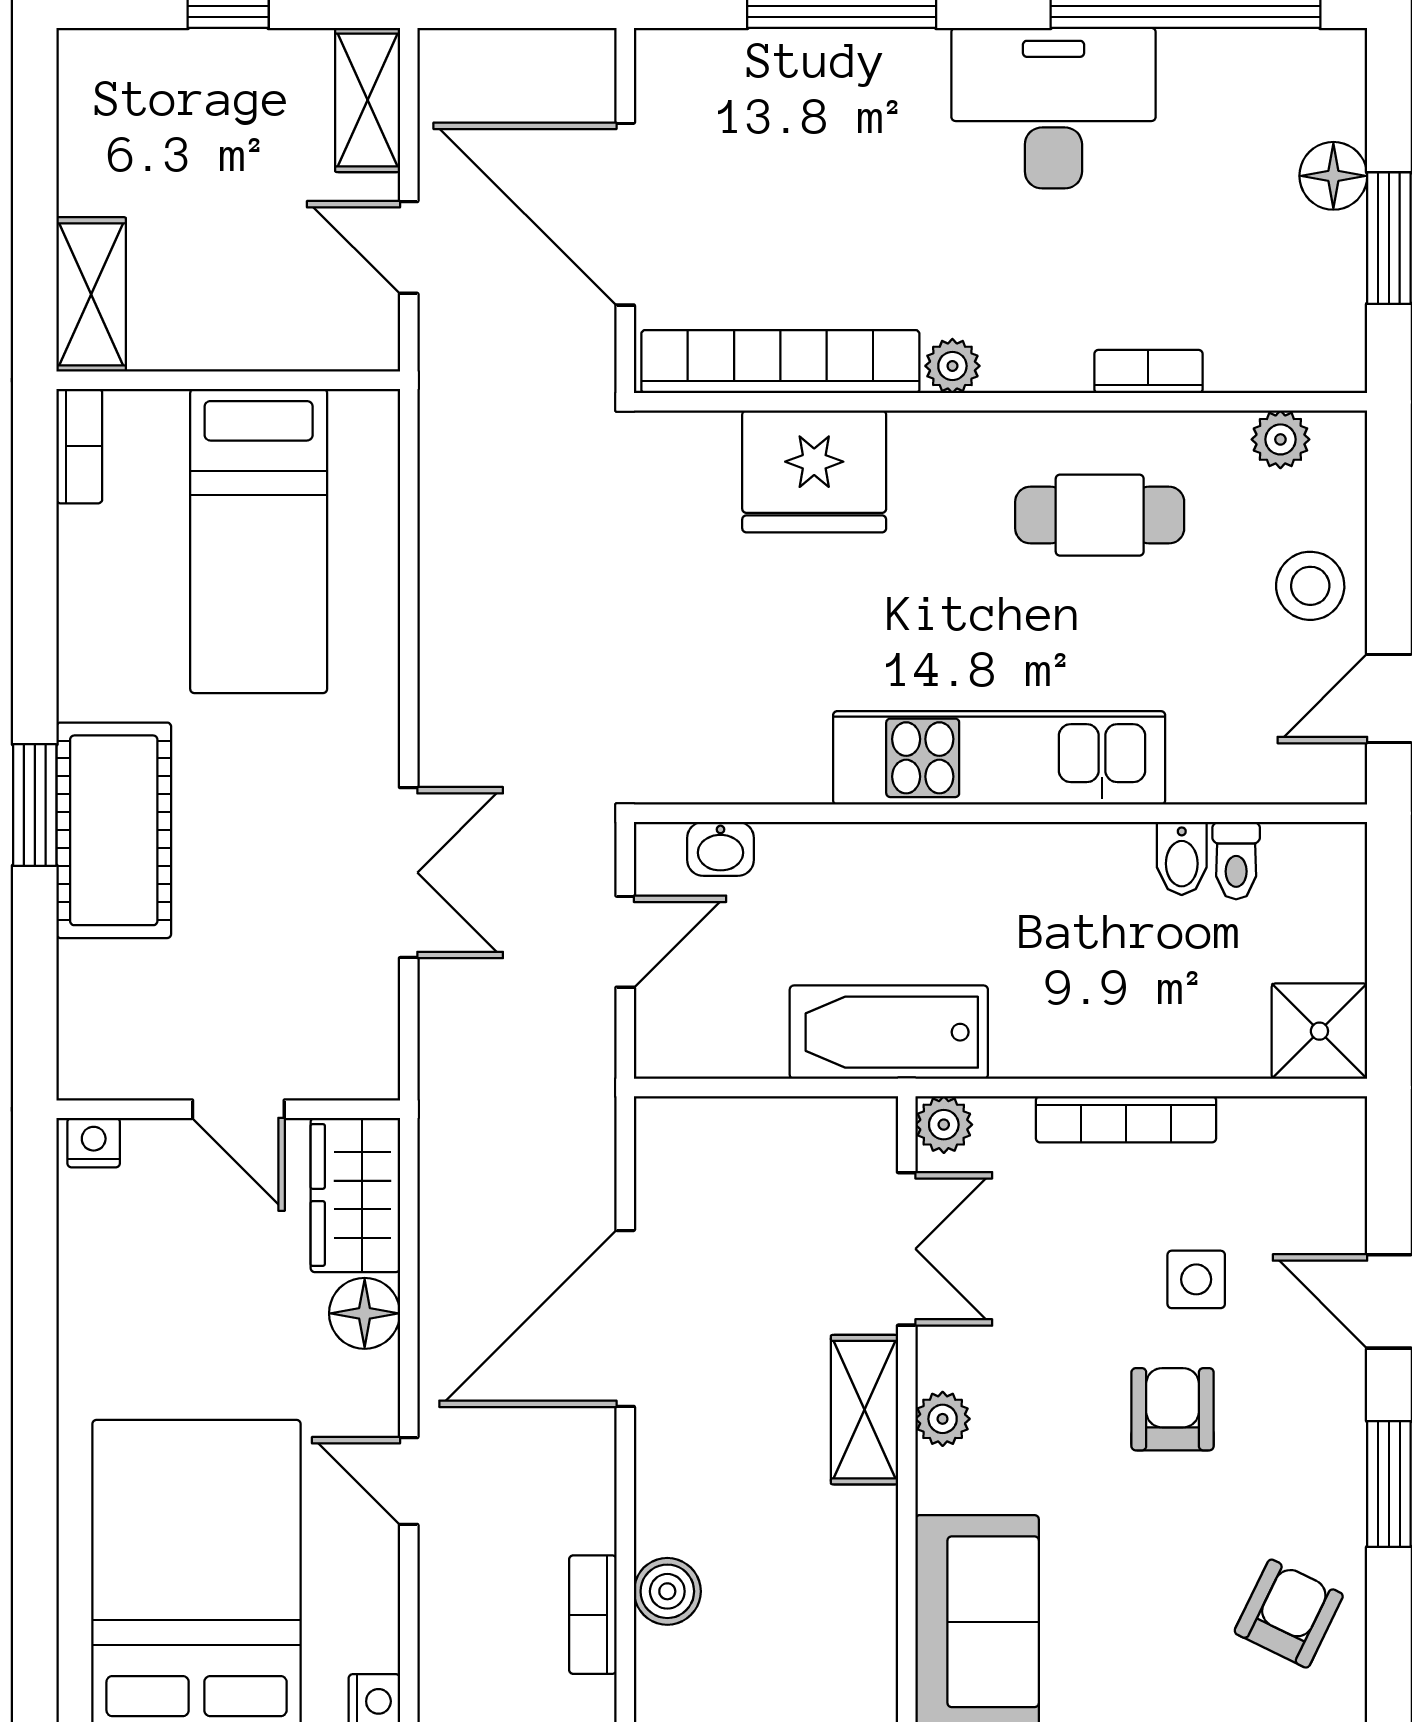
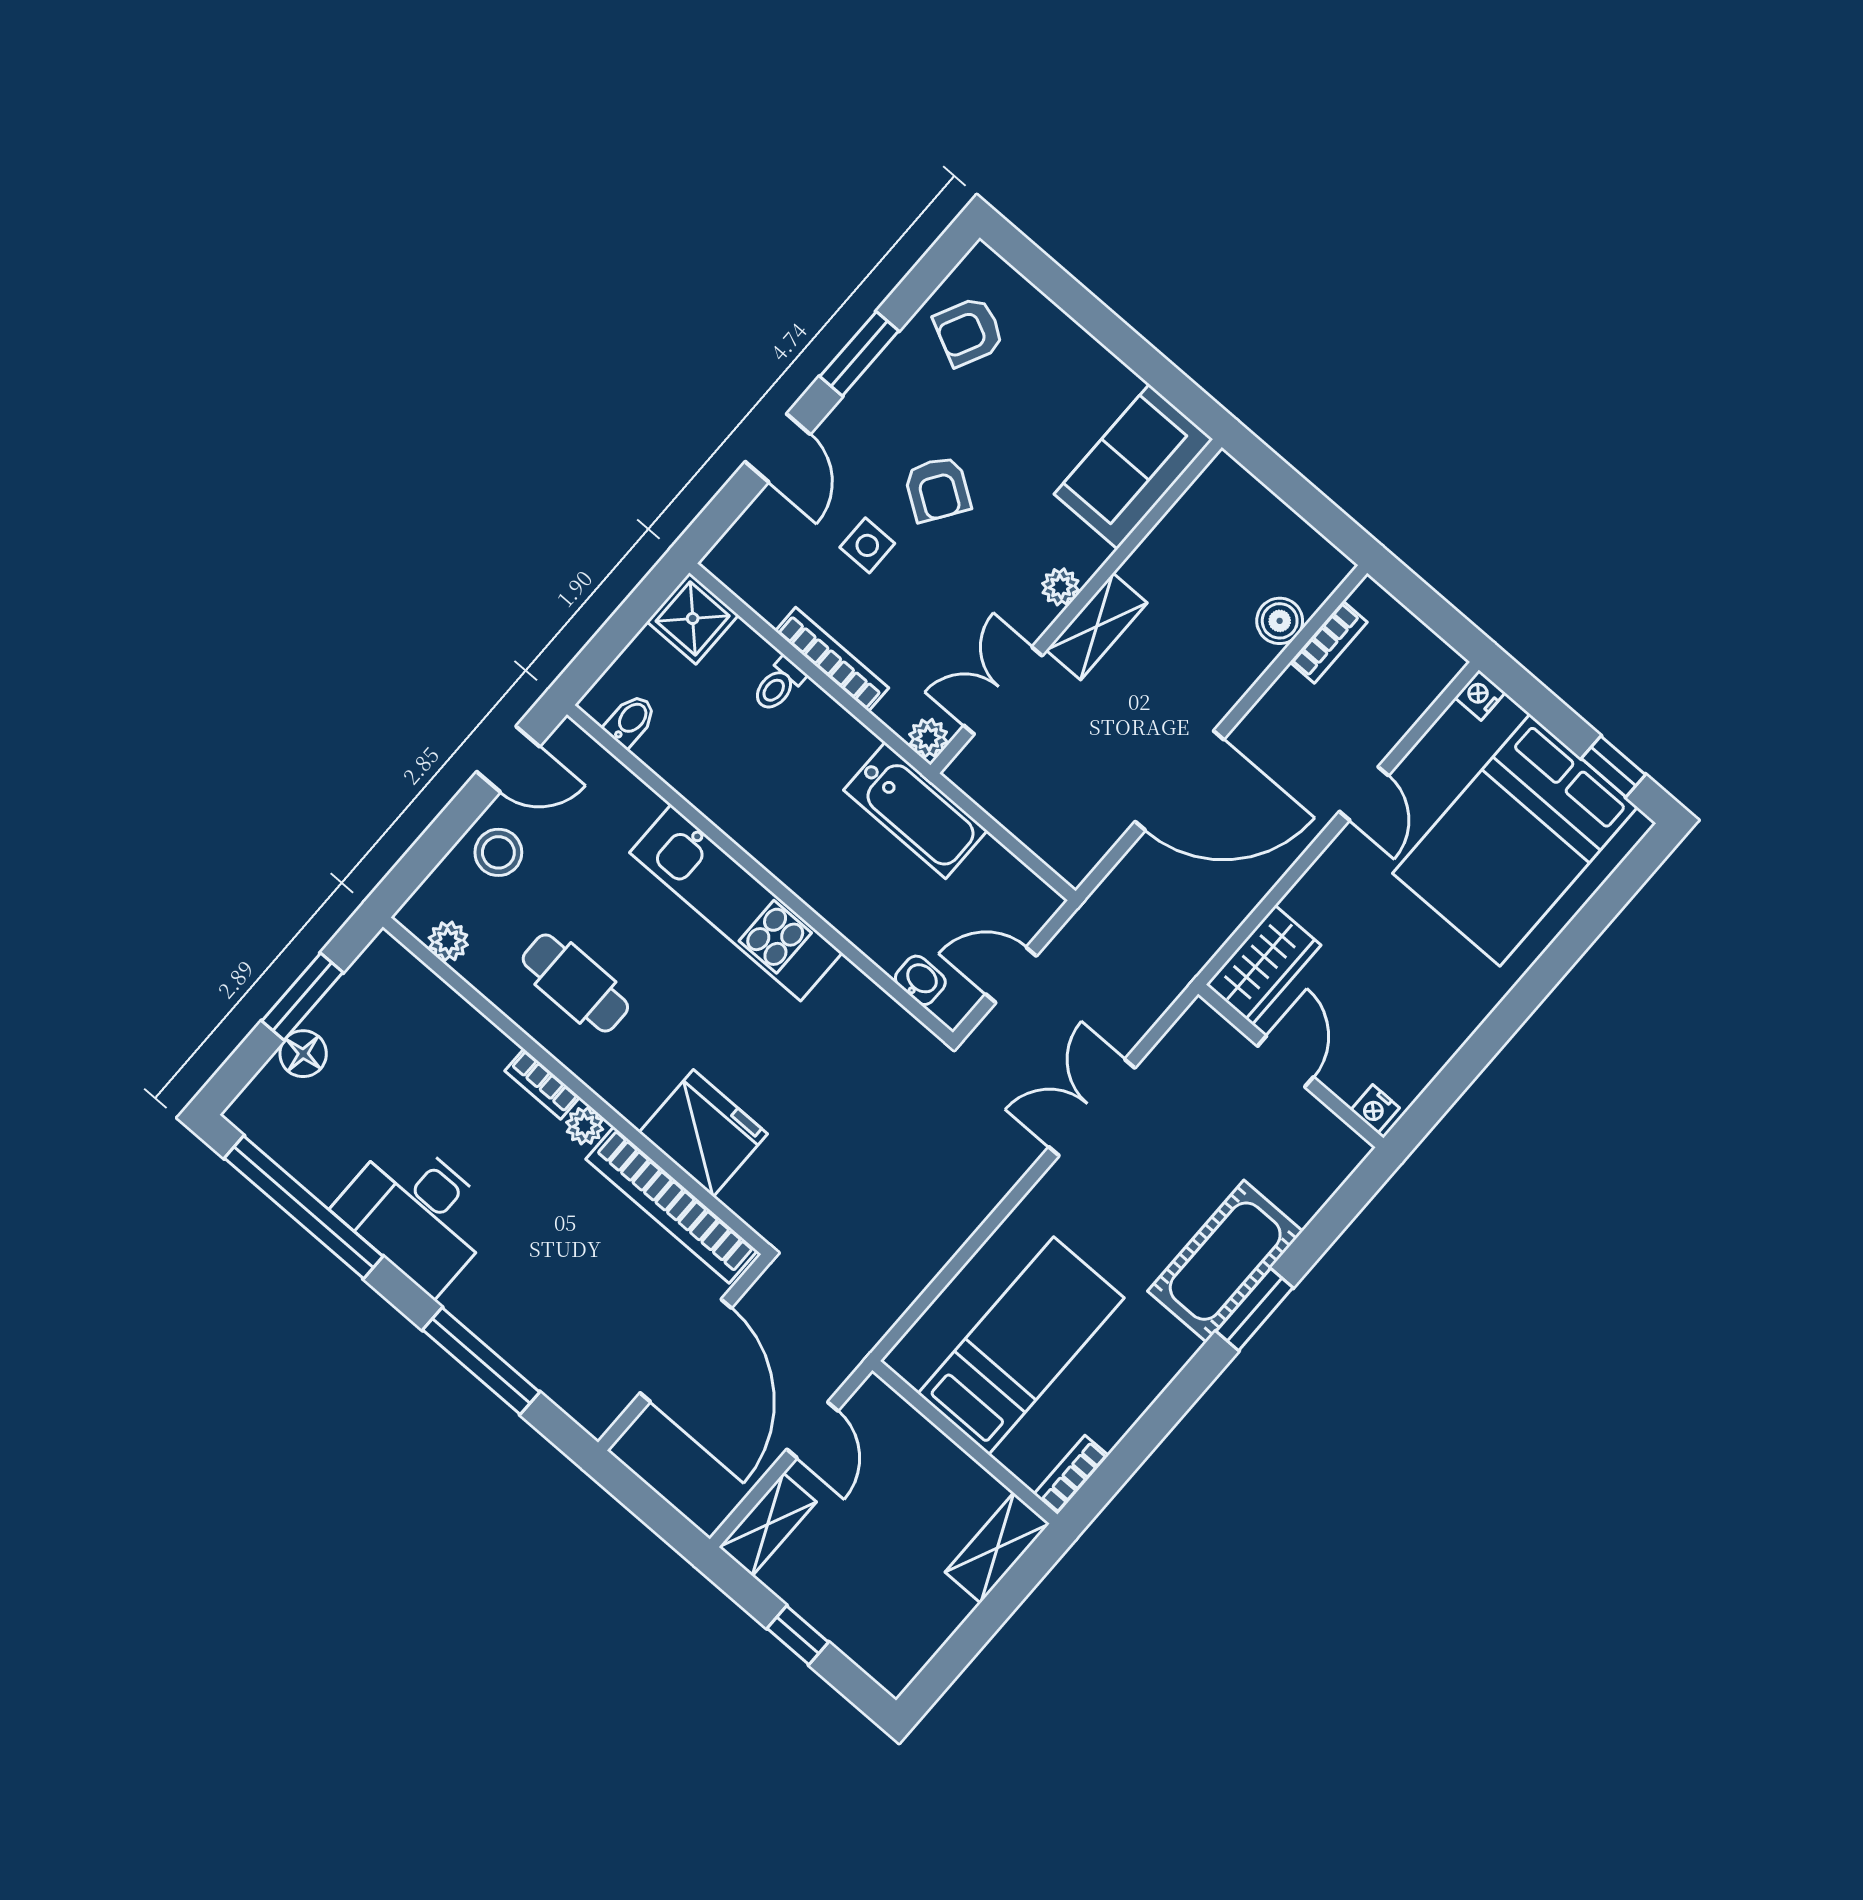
bookcase: (1148, 372) -> (542, 1084), moved
bidet: (1182, 858) -> (630, 720), moved
toilet: (1236, 861) -> (779, 685), moved, turned 180
floor lamp: (365, 1313) -> (1312, 900), removed
armchair: (1173, 1409) -> (938, 489), turned -56

